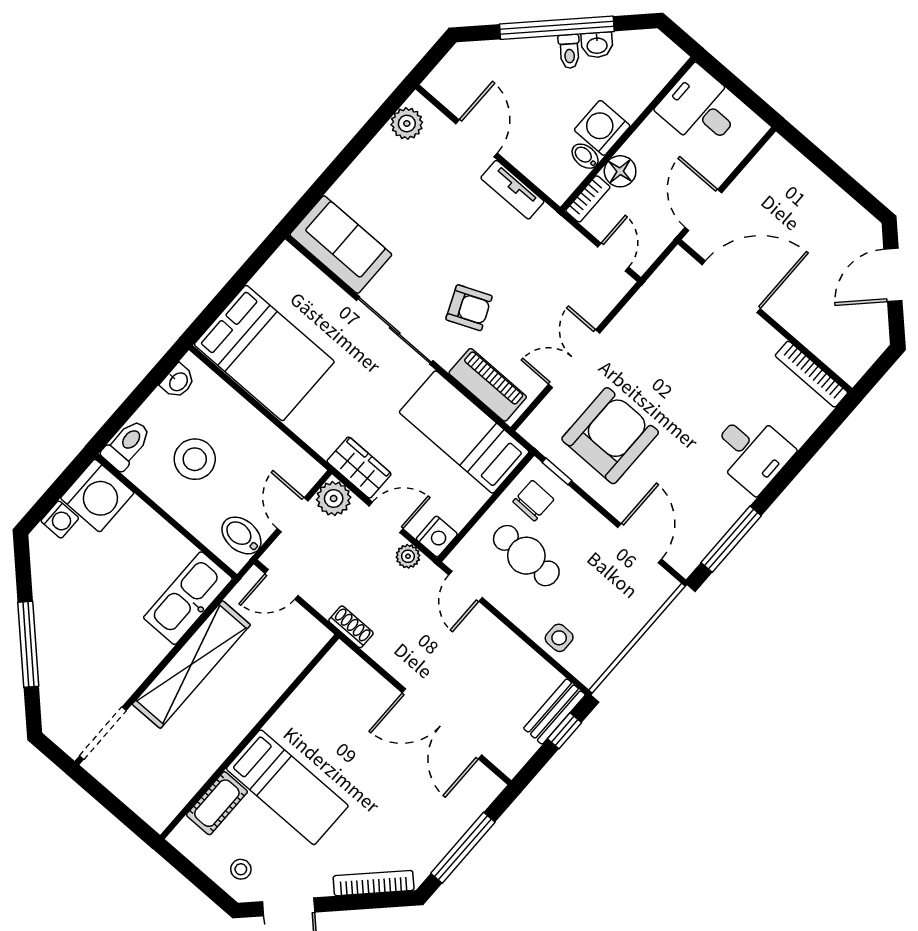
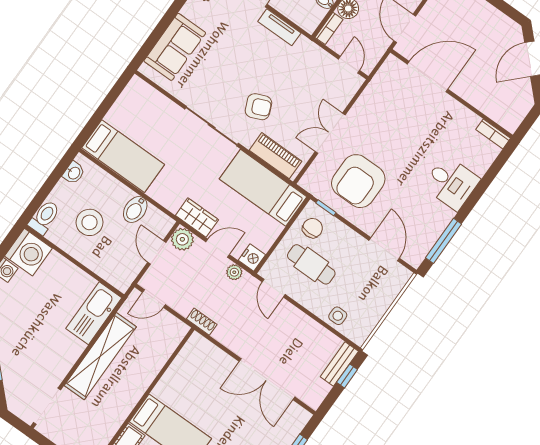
sofa: (341, 245) -> (175, 47), moved, turned 90
bed: (264, 353) -> (123, 156), width x0.67
bookcase: (811, 374) -> (493, 134), width x0.64
armchair: (610, 436) -> (358, 181), turned 180
bidet: (241, 535) -> (135, 210), moved, turned -90

